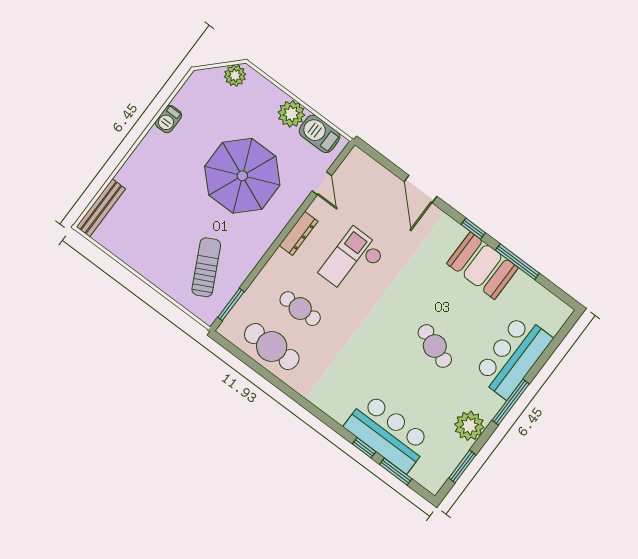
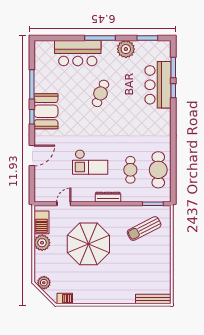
barbecue: (168, 119) -> (65, 299), moved
dresser: (298, 233) -> (108, 197), moved
booth: (482, 266) -> (46, 111), moved

